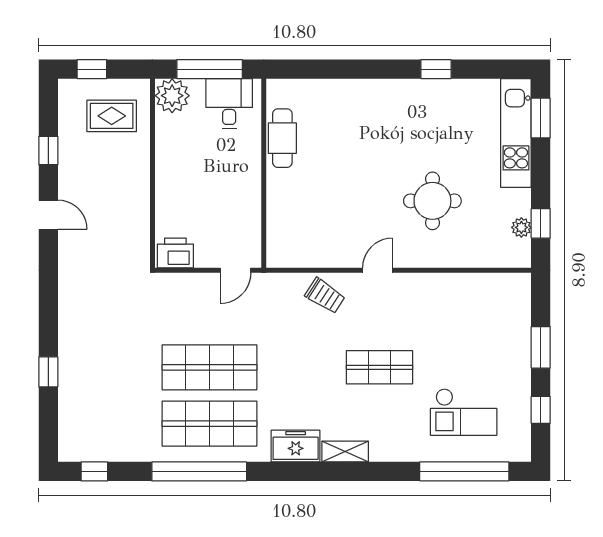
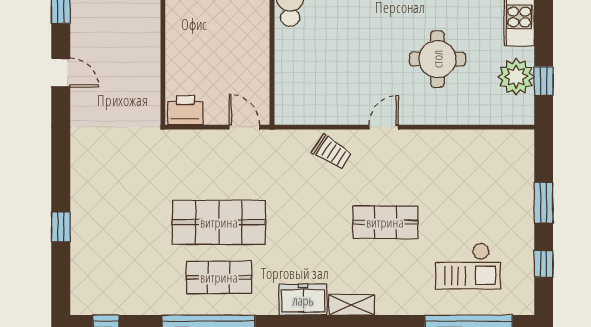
plant: (521, 227) -> (516, 77), width x1.88, depth x1.88
door: (236, 270) -> (244, 127), swing flipped
shop shelf: (210, 424) -> (219, 277), width x0.70, depth x0.74

